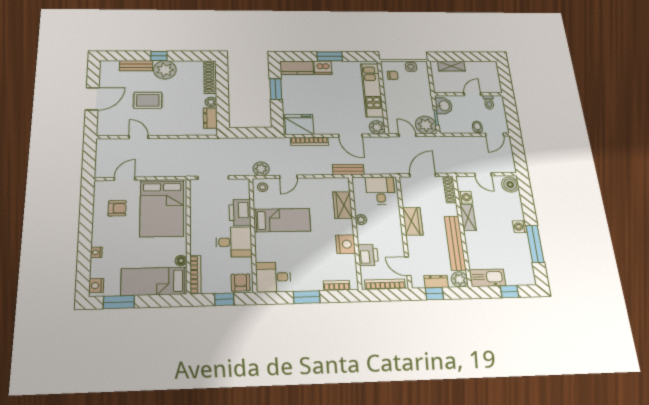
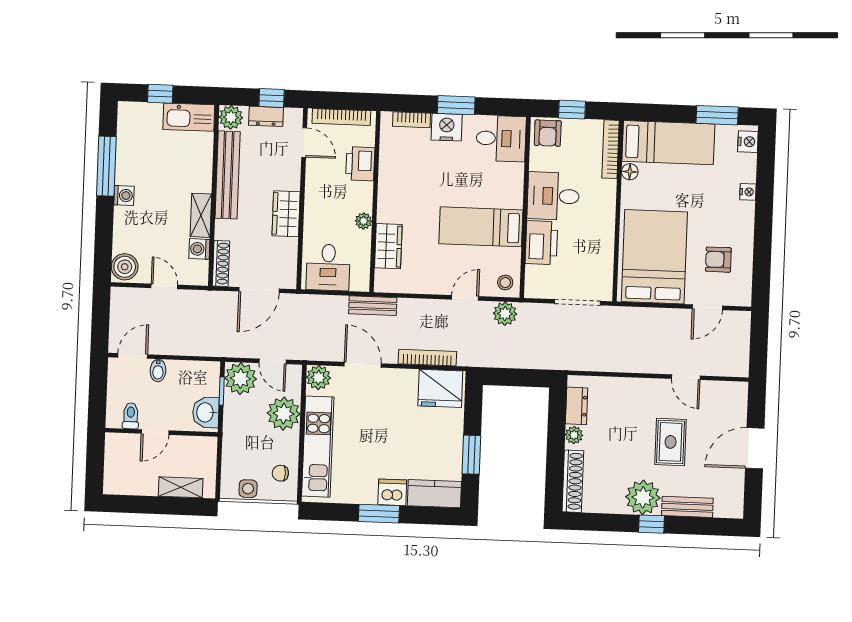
rug: (148, 100) -> (671, 442), turned 90
plant: (396, 107) -> (284, 414), added
nightstand: (345, 244) -> (447, 127), moved, turned 90

